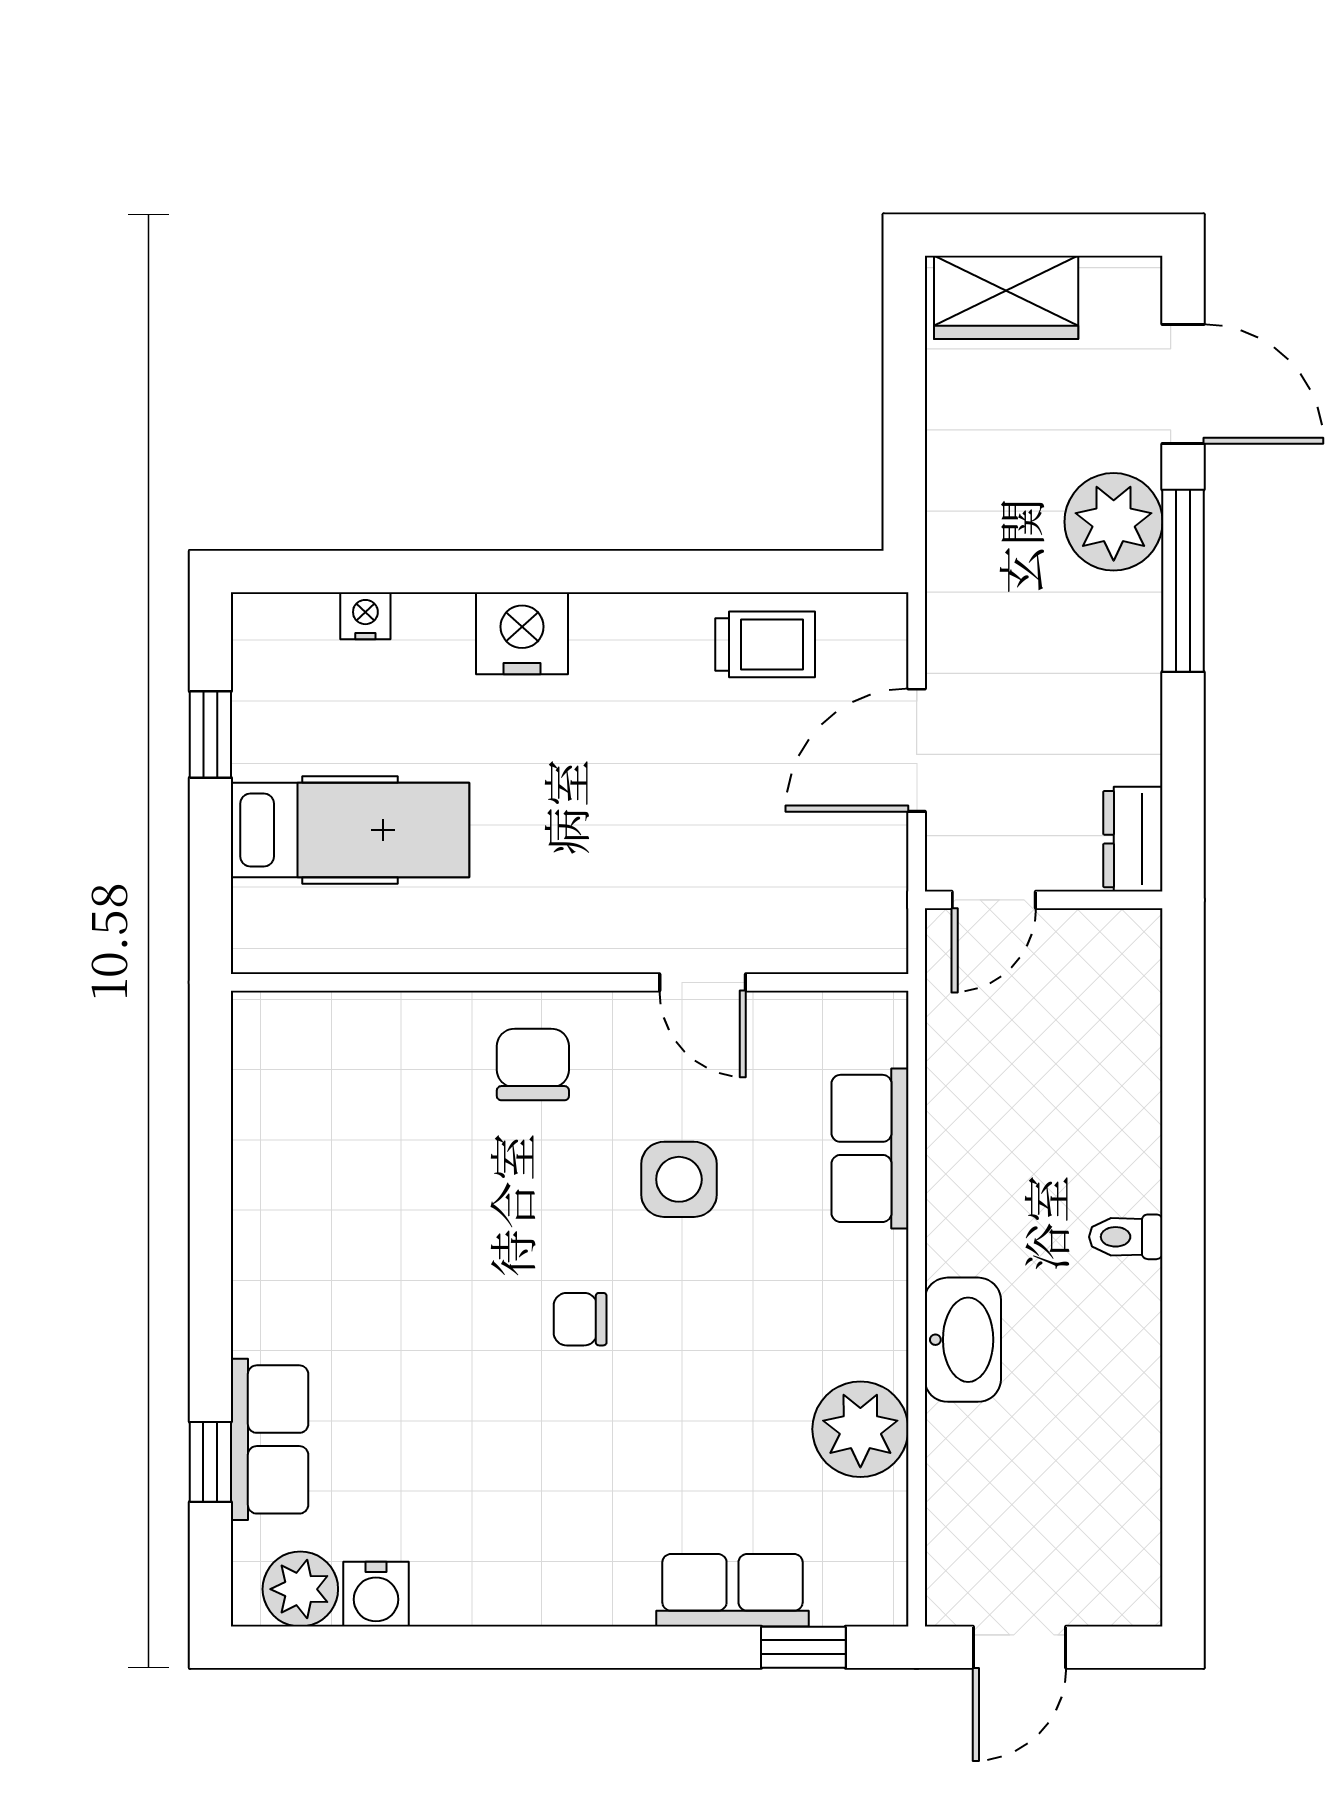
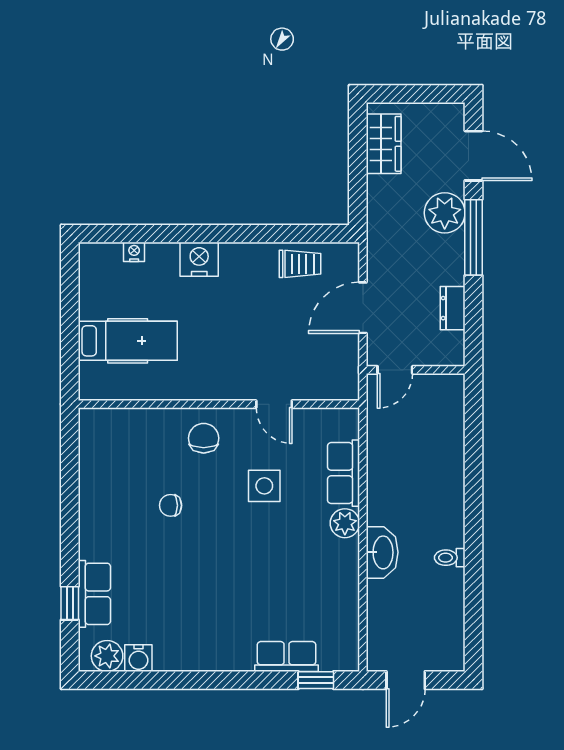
wardrobe: (1006, 297) -> (384, 144), moved, turned -90
window: (210, 735) -> (70, 301), removed
dresser: (1133, 839) -> (453, 308), moved
toilet: (1126, 1237) -> (450, 558), moved
chair: (580, 1319) -> (171, 505), moved
plant: (860, 1429) -> (345, 523), moved, width x0.73, depth x0.73

